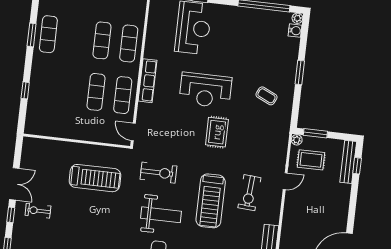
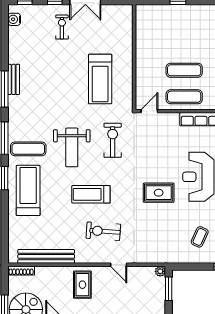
rug: (311, 160) -> (82, 285), moved
exercise bike: (158, 173) -> (113, 140), turned 180
treadmill: (211, 201) -> (91, 194), width x0.73, depth x0.73

